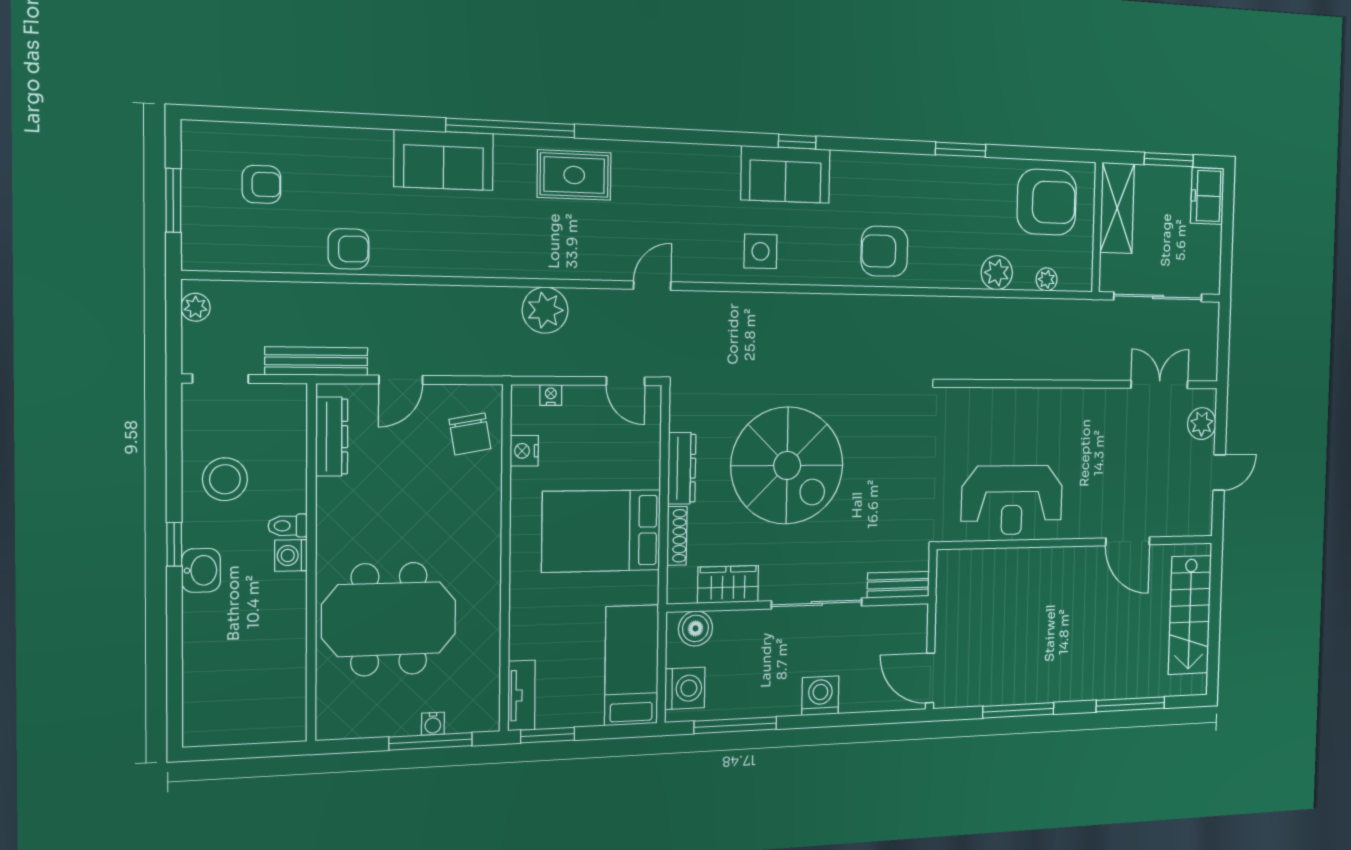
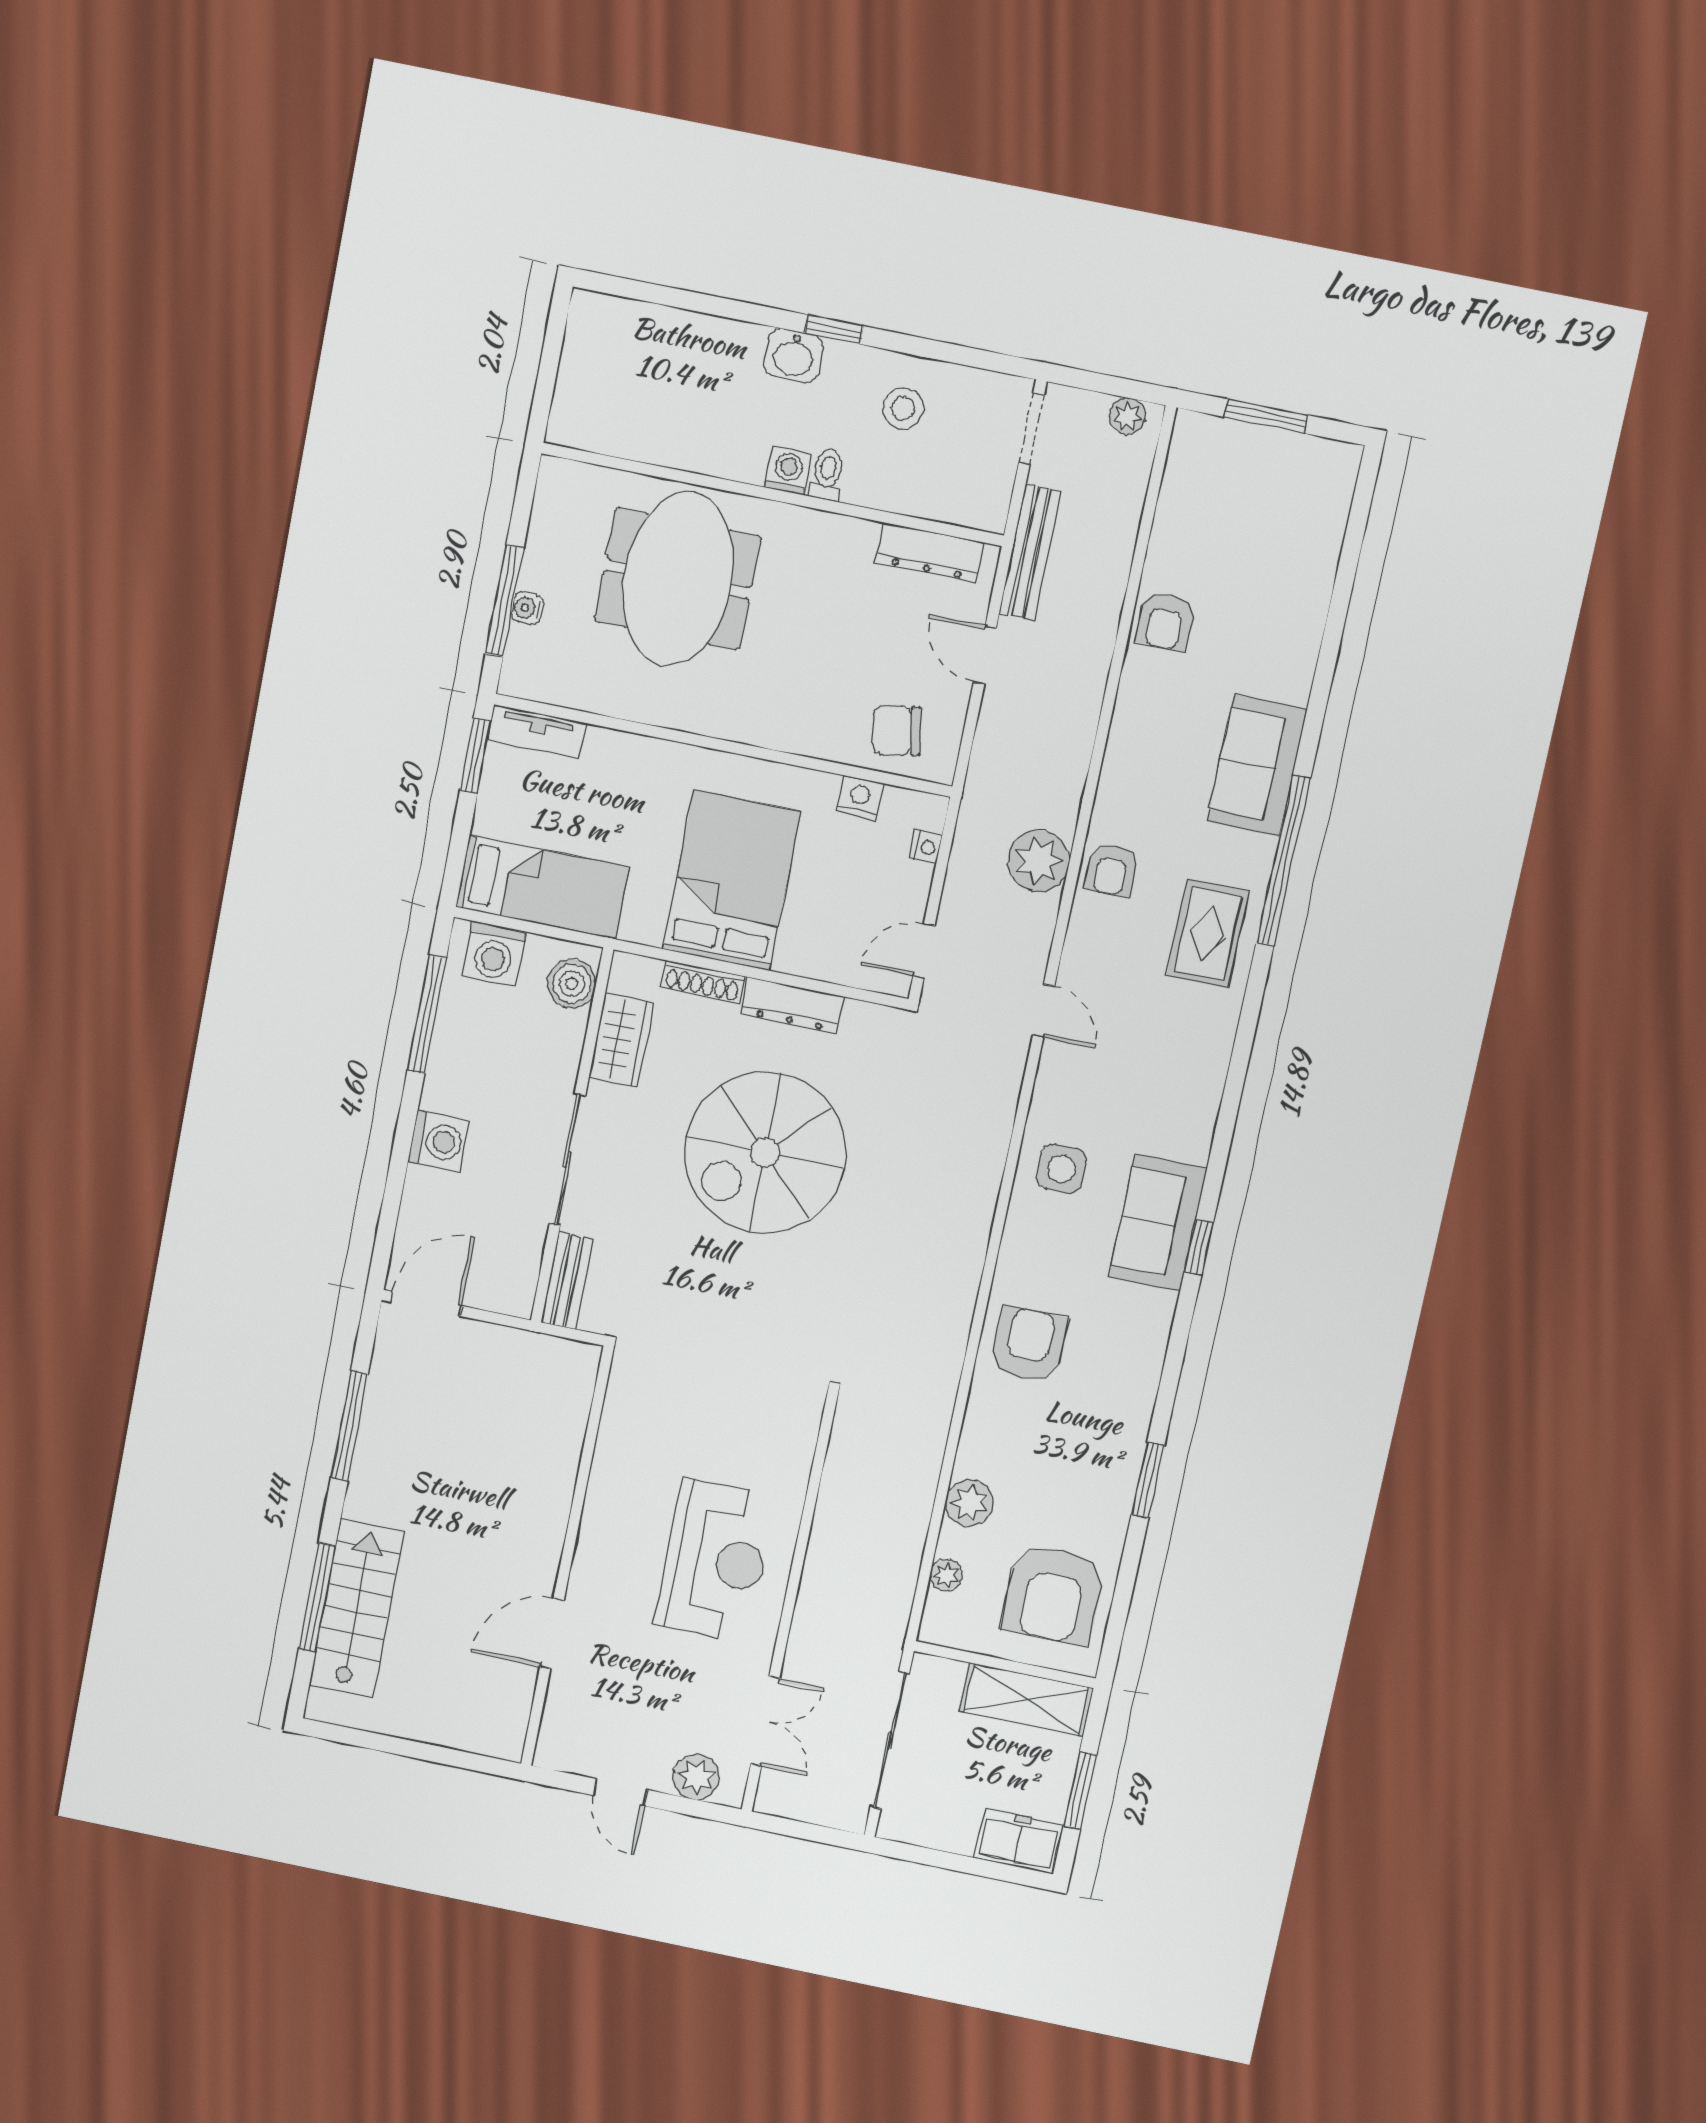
armchair: (261, 184) -> (1111, 870), moved
stool: (225, 479) -> (903, 408), width x0.73, depth x0.73
reception desk: (1012, 500) -> (715, 1561), moved, turned 180
stairs: (1190, 615) -> (357, 1608), moved, turned 90

